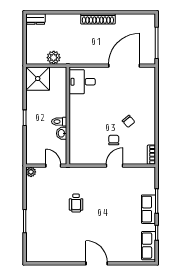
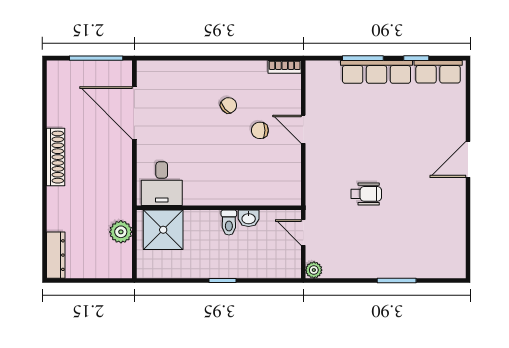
dresser: (36, 19) -> (56, 255), width x1.44
shower: (38, 79) -> (163, 230), moved
door: (53, 166) -> (303, 233), hinge flipped
row of seats: (148, 209) -> (377, 72), width x1.48

